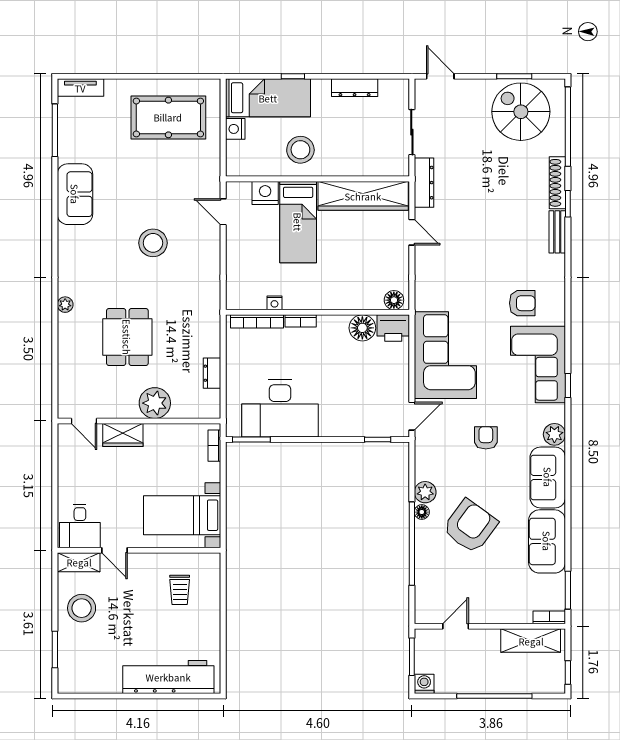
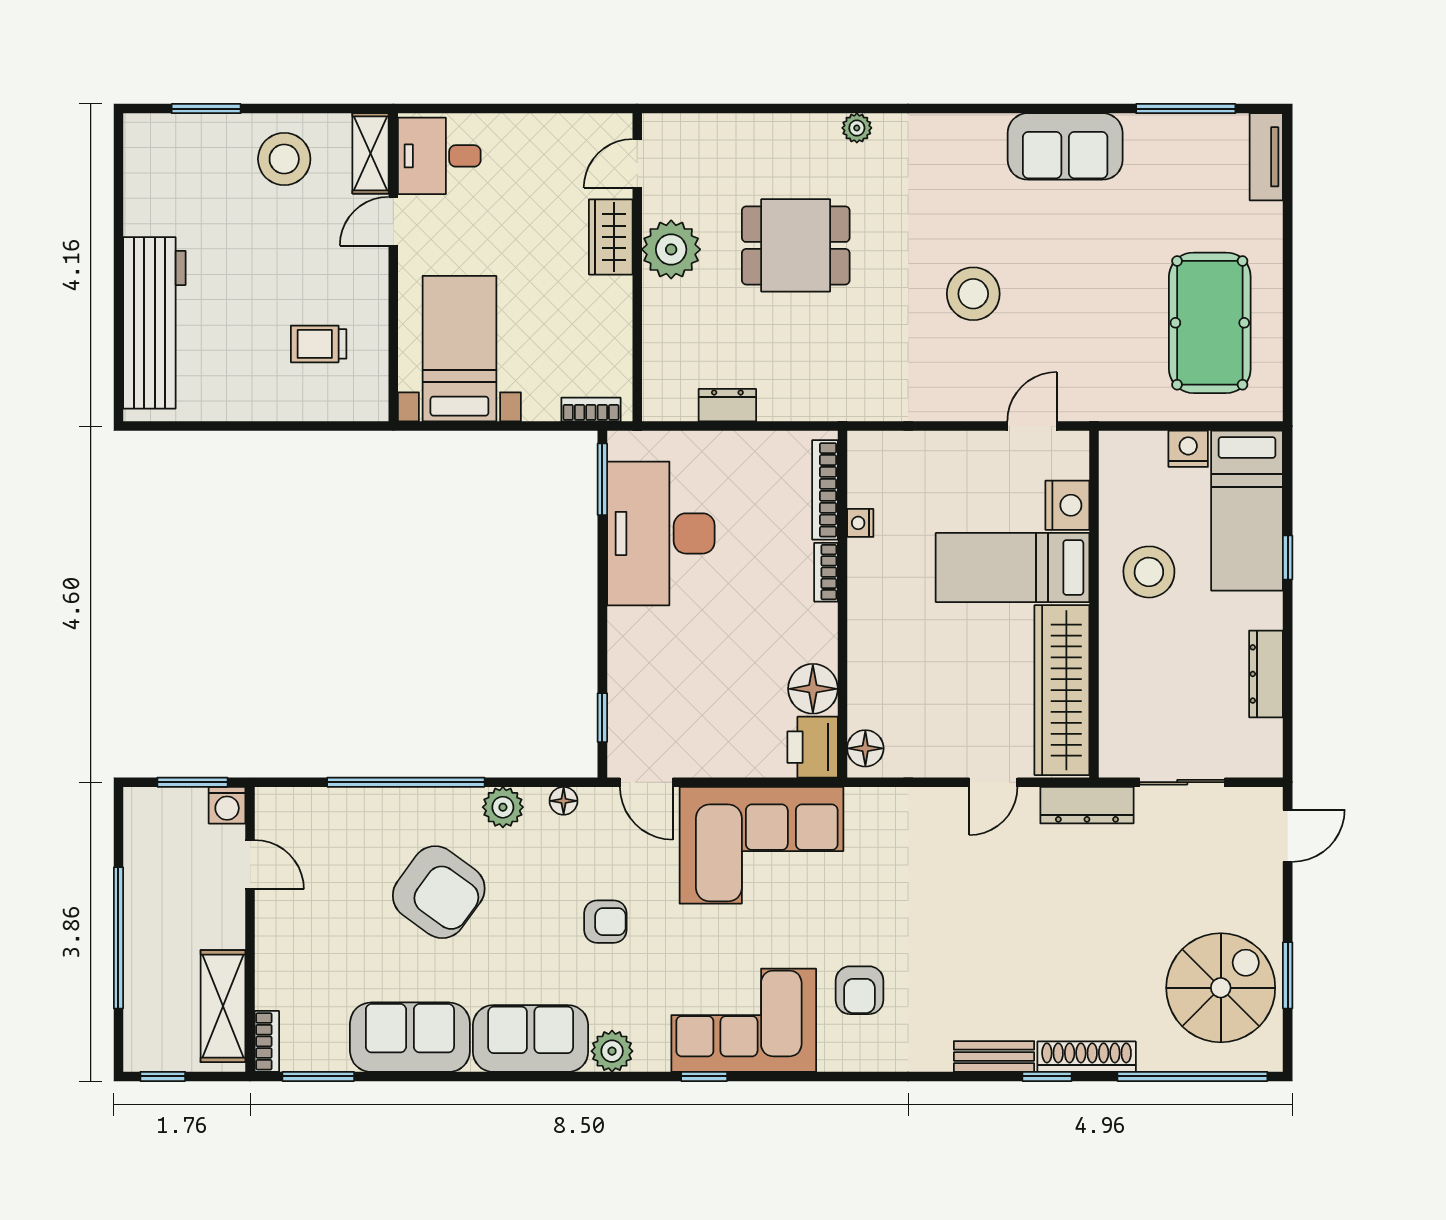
plant: (155, 403) -> (671, 249), moved
floor lamp: (422, 512) -> (564, 801), moved
washing machine: (424, 684) -> (227, 805), moved, turned 90

